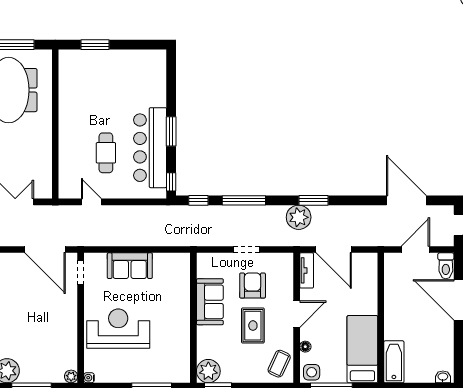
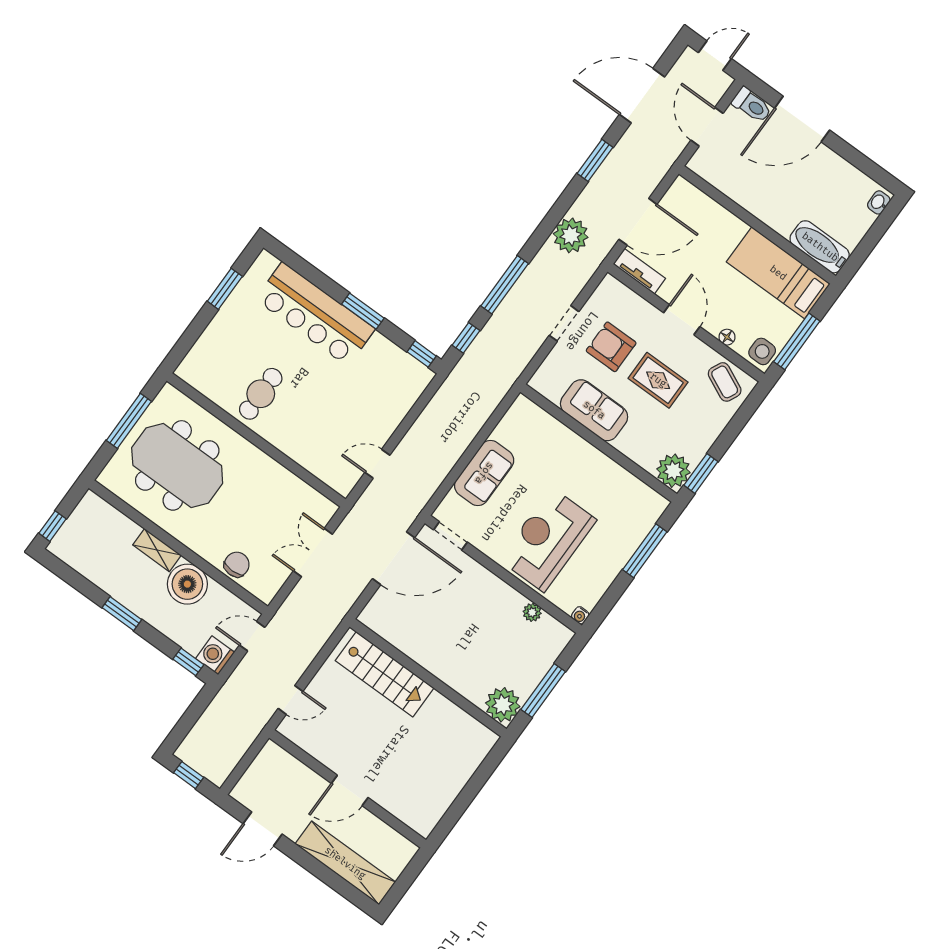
window: (95, 45) -> (225, 289), moved
bar counter: (150, 148) -> (315, 314), moved
cafe table: (106, 153) -> (261, 394), moved, turned 90
window: (314, 200) -> (595, 160), moved
plant: (71, 376) -> (532, 612), moved

